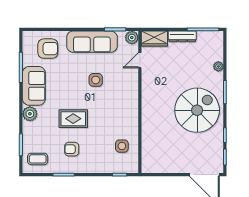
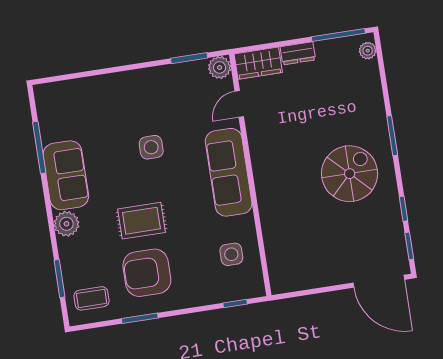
dresser: (182, 36) -> (298, 53), width x0.70
sofa: (92, 42) -> (229, 172), moved, turned 90
armchair: (48, 49) -> (80, 108), removed
plant: (218, 66) -> (368, 51), moved
side table: (96, 80) -> (151, 147), moved
spiral stairs: (197, 110) -> (350, 174), width x0.73, depth x0.73
armchair: (72, 149) -> (147, 273), width x1.88, depth x1.88

